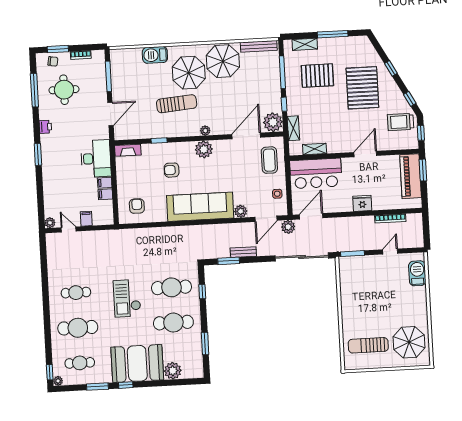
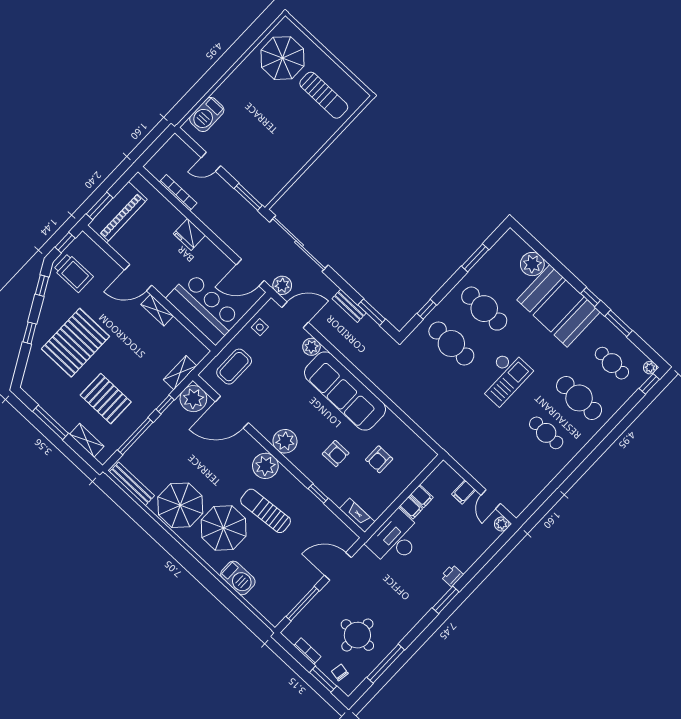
printer: (45, 127) -> (452, 576), moved
plant: (205, 131) -> (265, 466), width x1.88, depth x1.88
shelving: (315, 149) -> (157, 310), moved
armchair: (137, 206) -> (379, 459), moved

